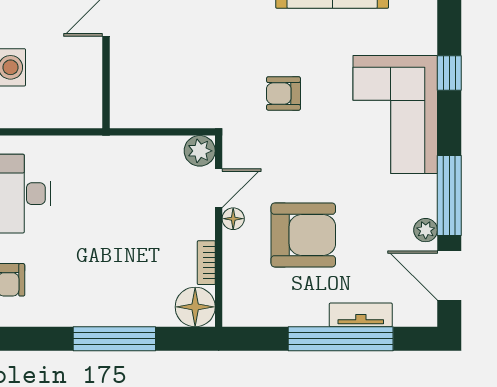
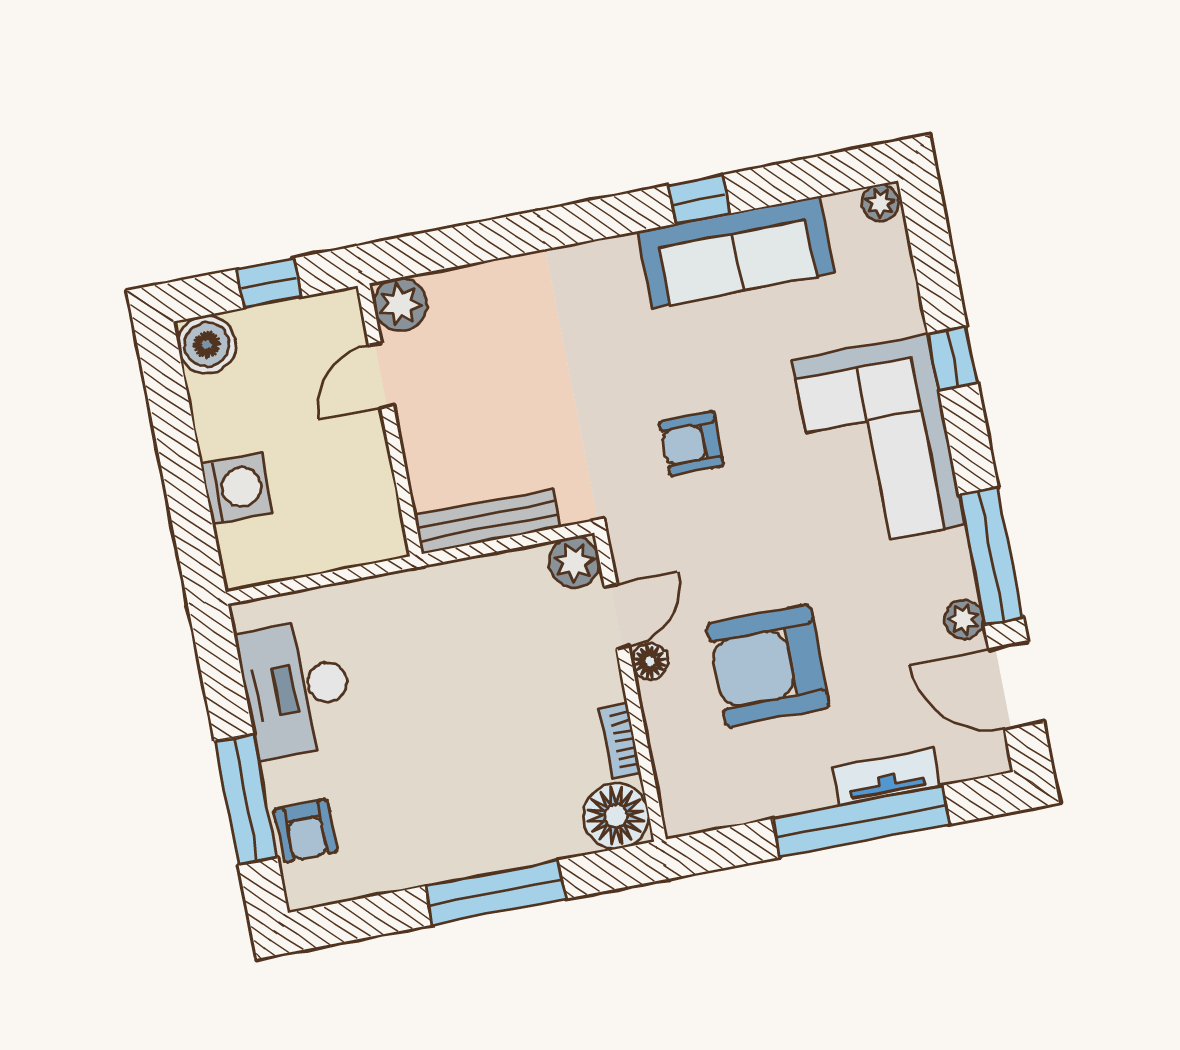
bench: (152, 116) -> (487, 521), added
armchair: (303, 235) -> (768, 666), turned 180

